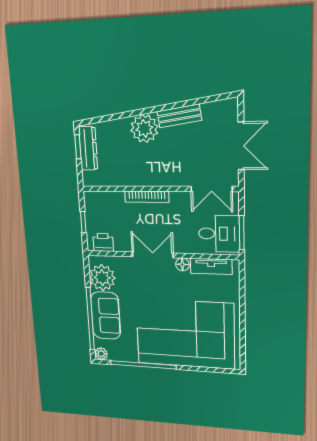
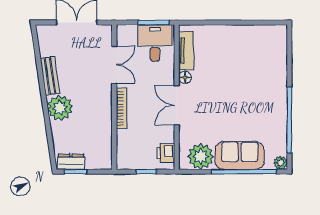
dresser: (88, 148) -> (71, 162), width x0.70
double door: (212, 189) -> (114, 65), moved
corner sofa: (185, 334) -> (254, 77), removed

